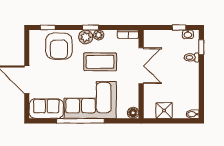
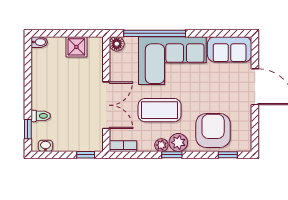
window: (179, 27) -> (86, 155), moved
double door: (141, 66) -> (106, 105), swing flipped
window: (80, 121) -> (155, 33), moved

